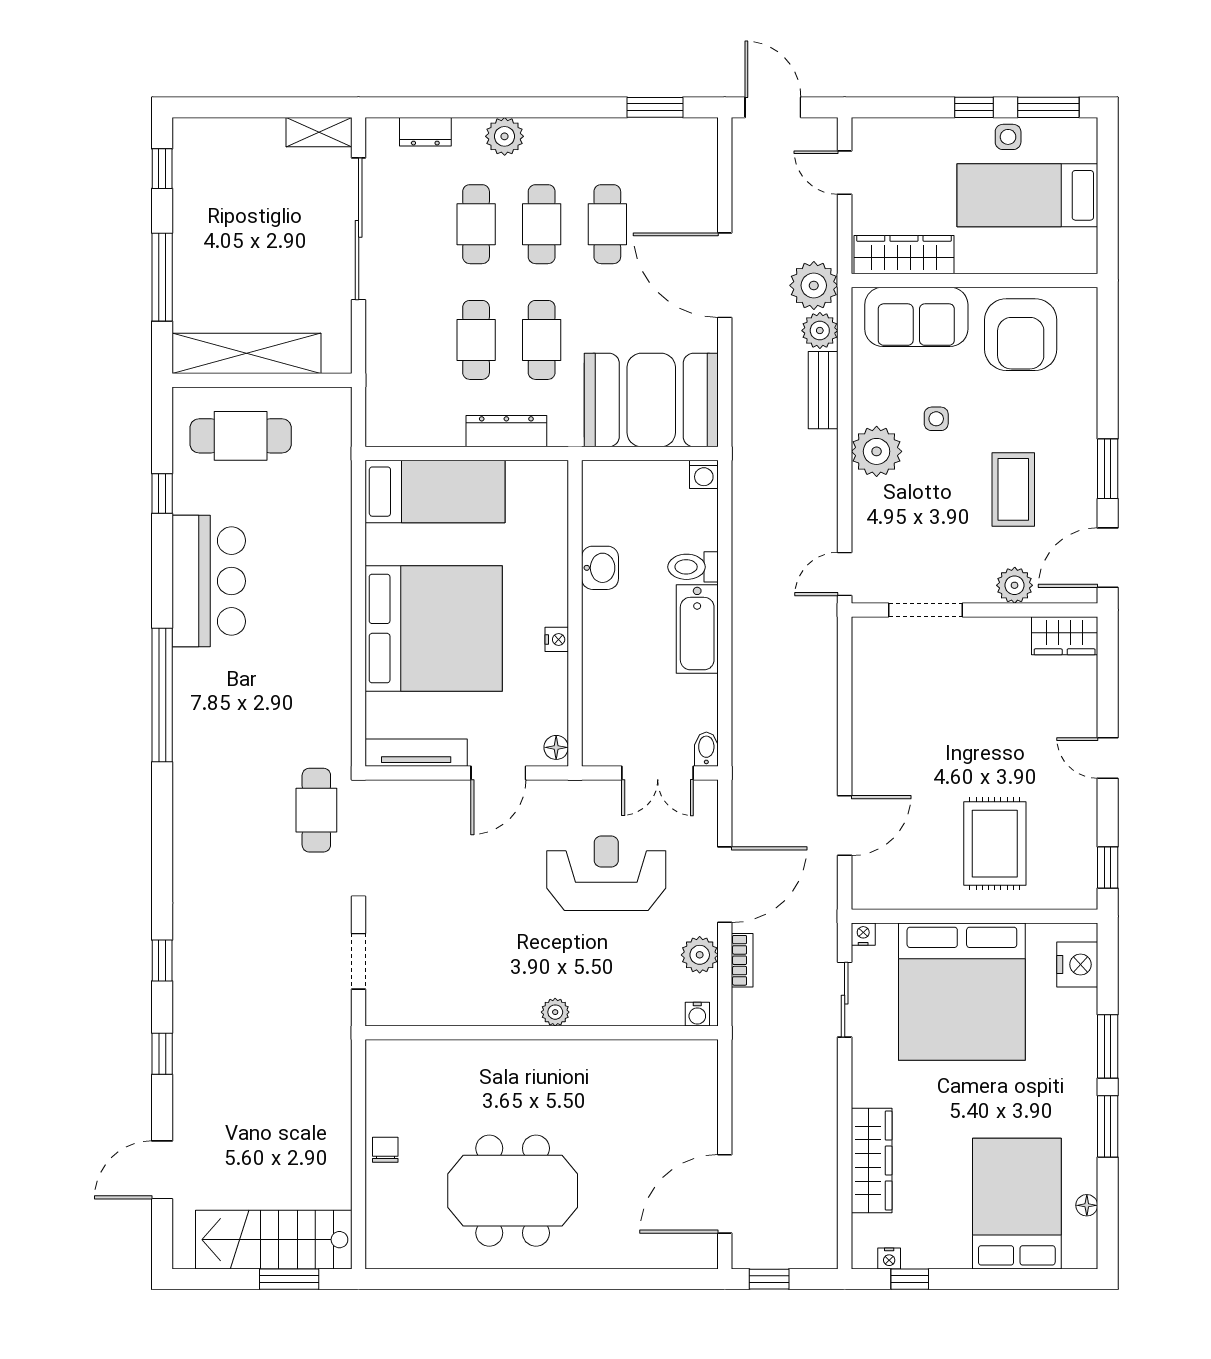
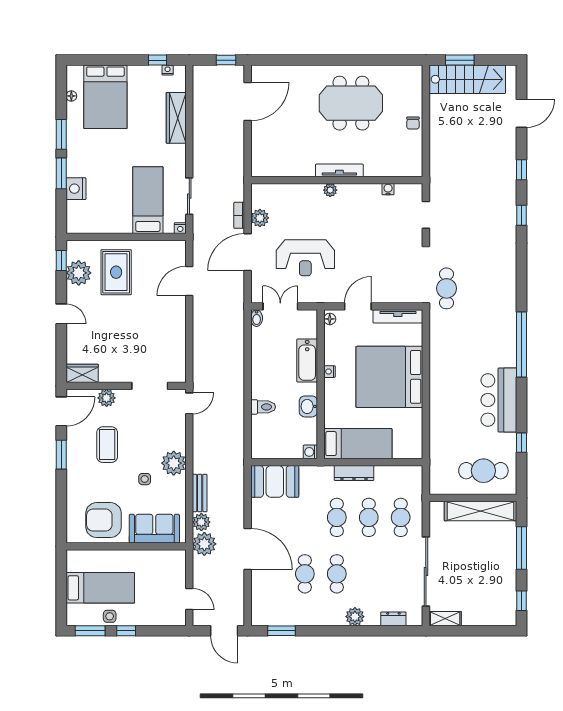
cafe table: (476, 224) -> (401, 517), moved
wardrobe: (904, 255) -> (160, 559), removed
armchair: (1021, 335) -> (104, 520), turned -90
booth: (651, 400) -> (275, 481), width x0.73, depth x0.70
washing machine: (704, 474) -> (310, 452), moved, turned -90
bed: (435, 492) -> (358, 444), moved, turned 180
bathtub: (697, 629) -> (307, 360), moved, turned 180
plant: (1072, 842) -> (79, 273), added
nightstand: (1077, 964) -> (76, 189), moved
bed: (962, 992) -> (148, 200), width x0.49
water cooler: (697, 1014) -> (388, 189), moved
tv unit: (536, 1053) -> (339, 170), added

